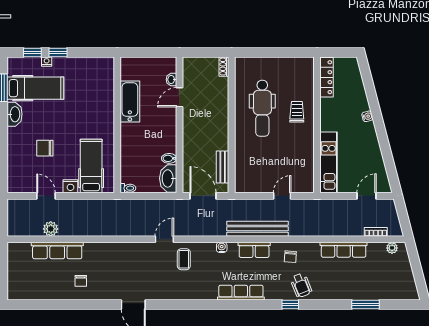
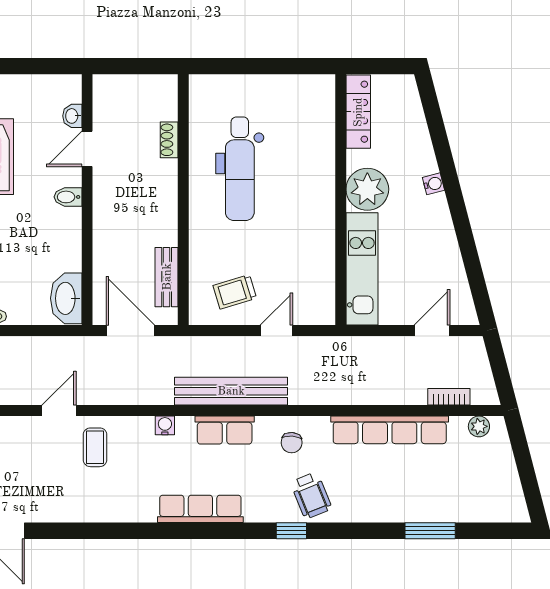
shoe rack: (224, 67) -> (169, 140), moved
trolley: (297, 112) -> (235, 292), moved, turned -107
plant: (331, 119) -> (367, 189), added
bidet: (169, 158) -> (68, 197), moved
row of seats: (344, 250) -> (390, 430), width x1.36

